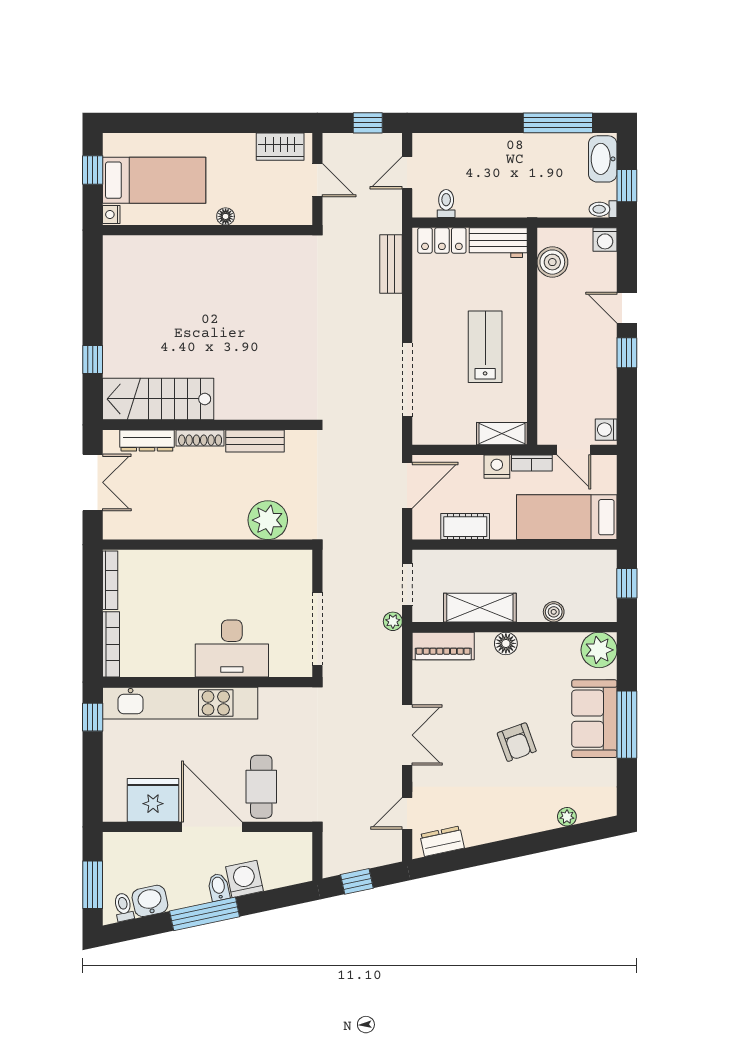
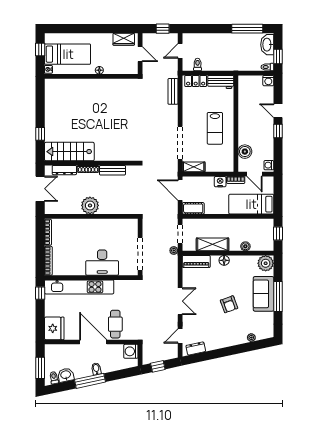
boiler: (552, 262) -> (245, 152), moved
lab bench: (485, 347) -> (215, 128), turned 180
shelving: (502, 434) -> (194, 167), moved
door: (407, 485) -> (180, 190), swing flipped
plant: (268, 520) -> (90, 205), moved
cot: (465, 527) -> (193, 208), moved
fridge: (153, 800) -> (54, 328), moved, turned 90
washing machine: (244, 879) -> (131, 351), moved, turned -78

